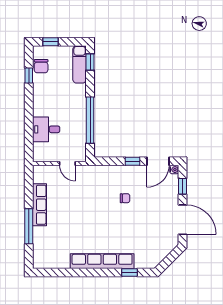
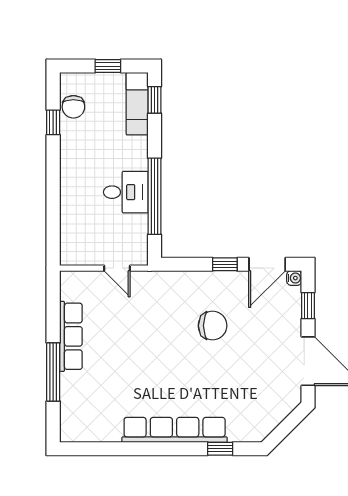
window: (50, 42) -> (108, 66), moved
desk: (46, 129) -> (126, 192), moved, turned 180
chair: (125, 198) -> (213, 326), width x1.87, depth x1.87

